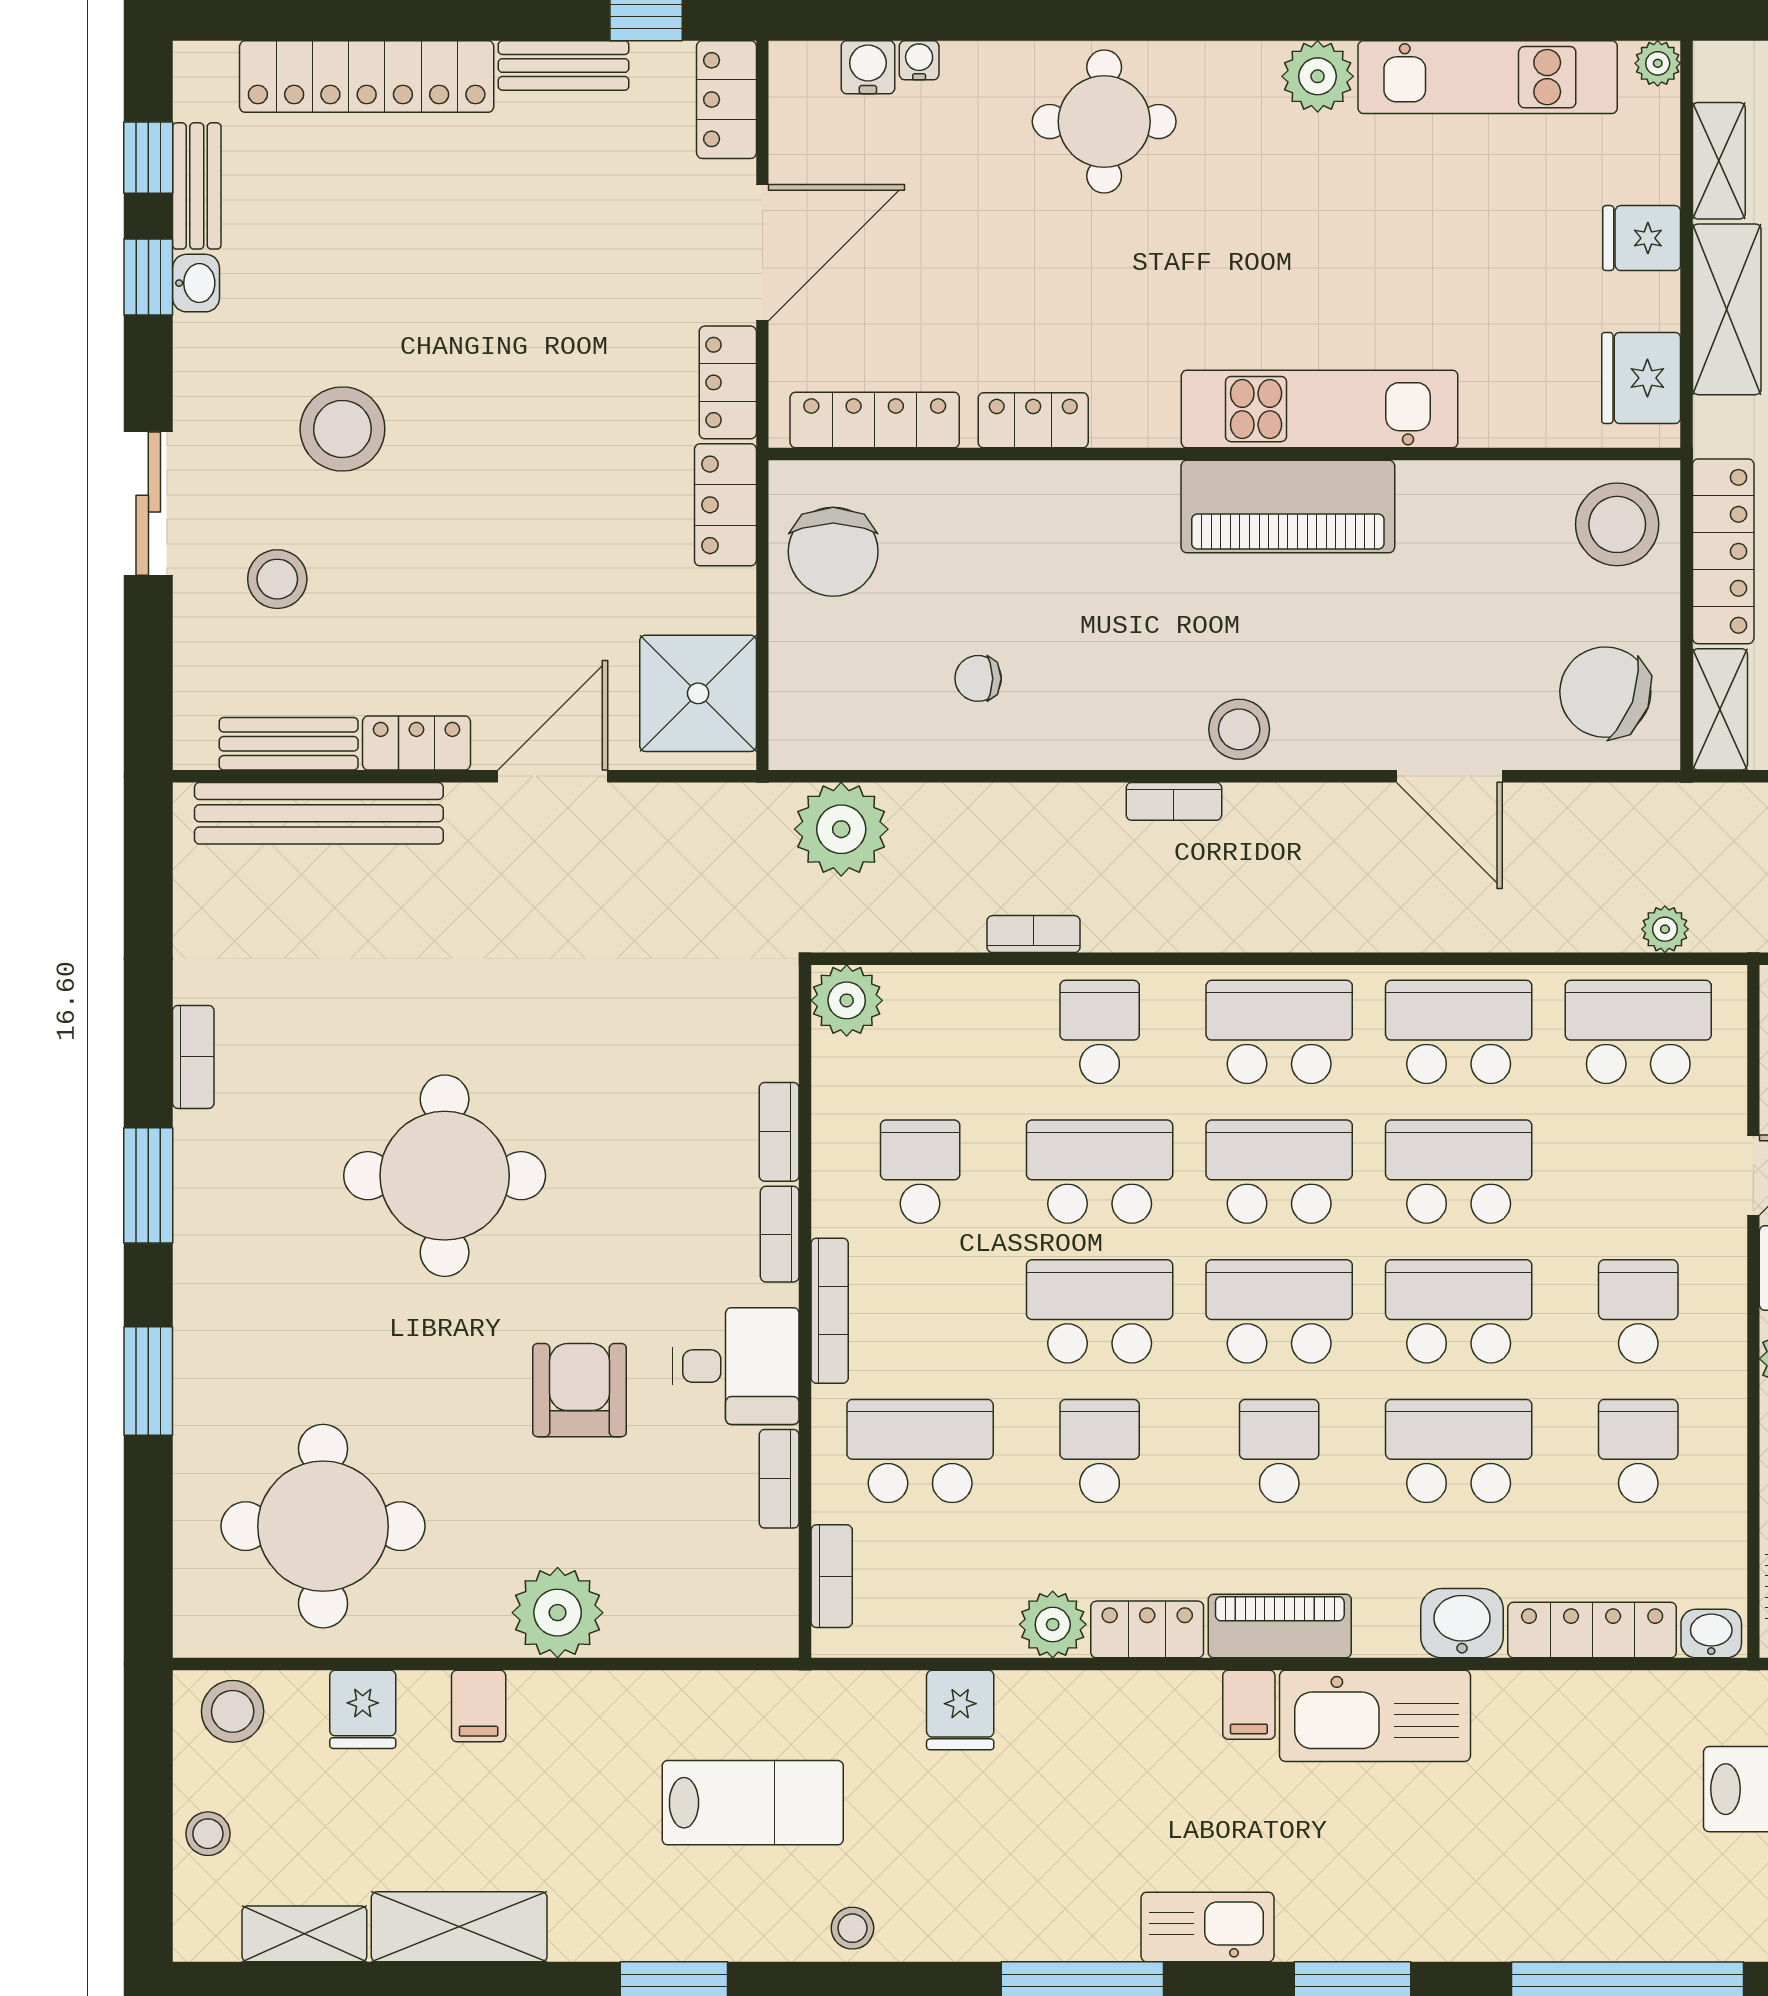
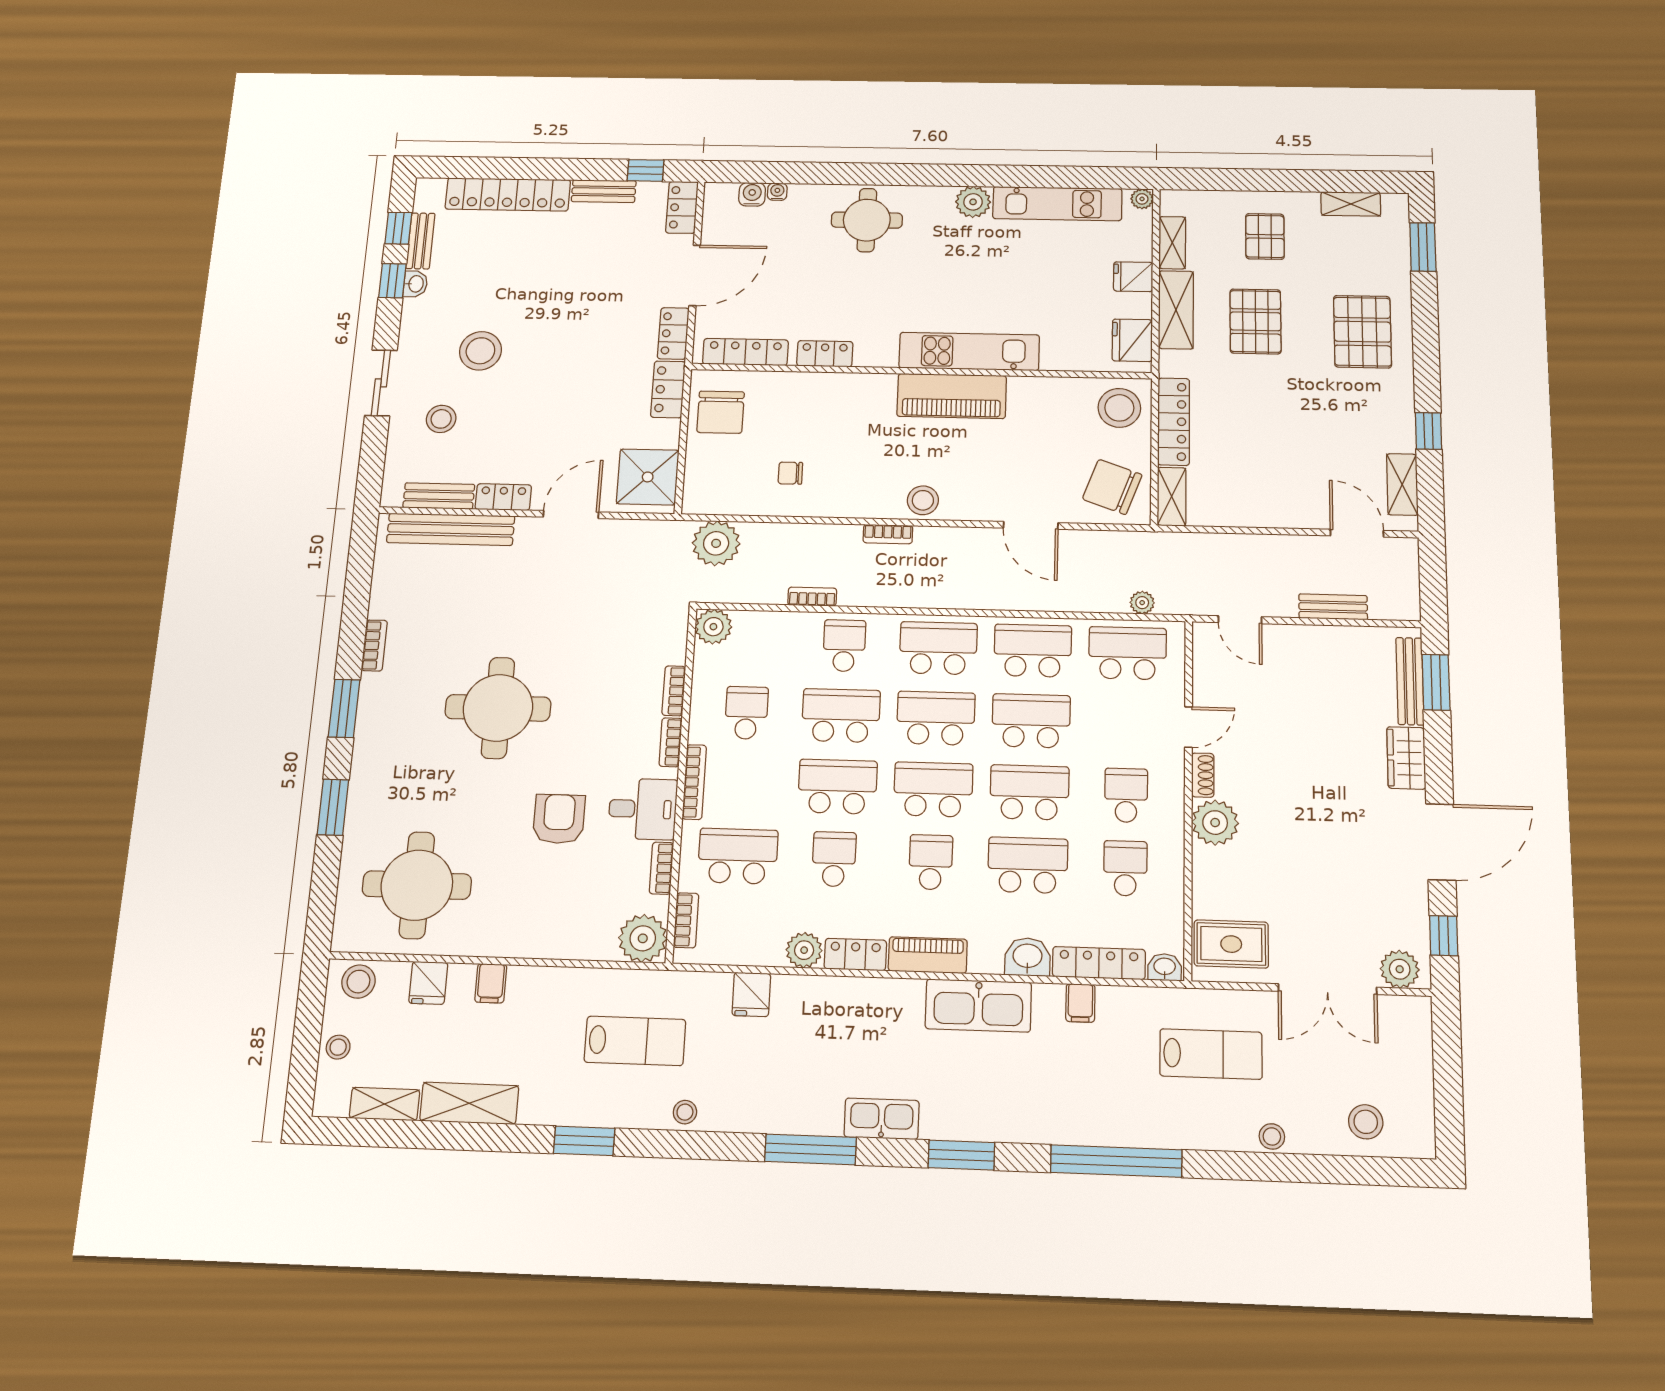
plant: (558, 1613) -> (643, 938), moved
filing cabinet: (1249, 1705) -> (1080, 1003), moved

